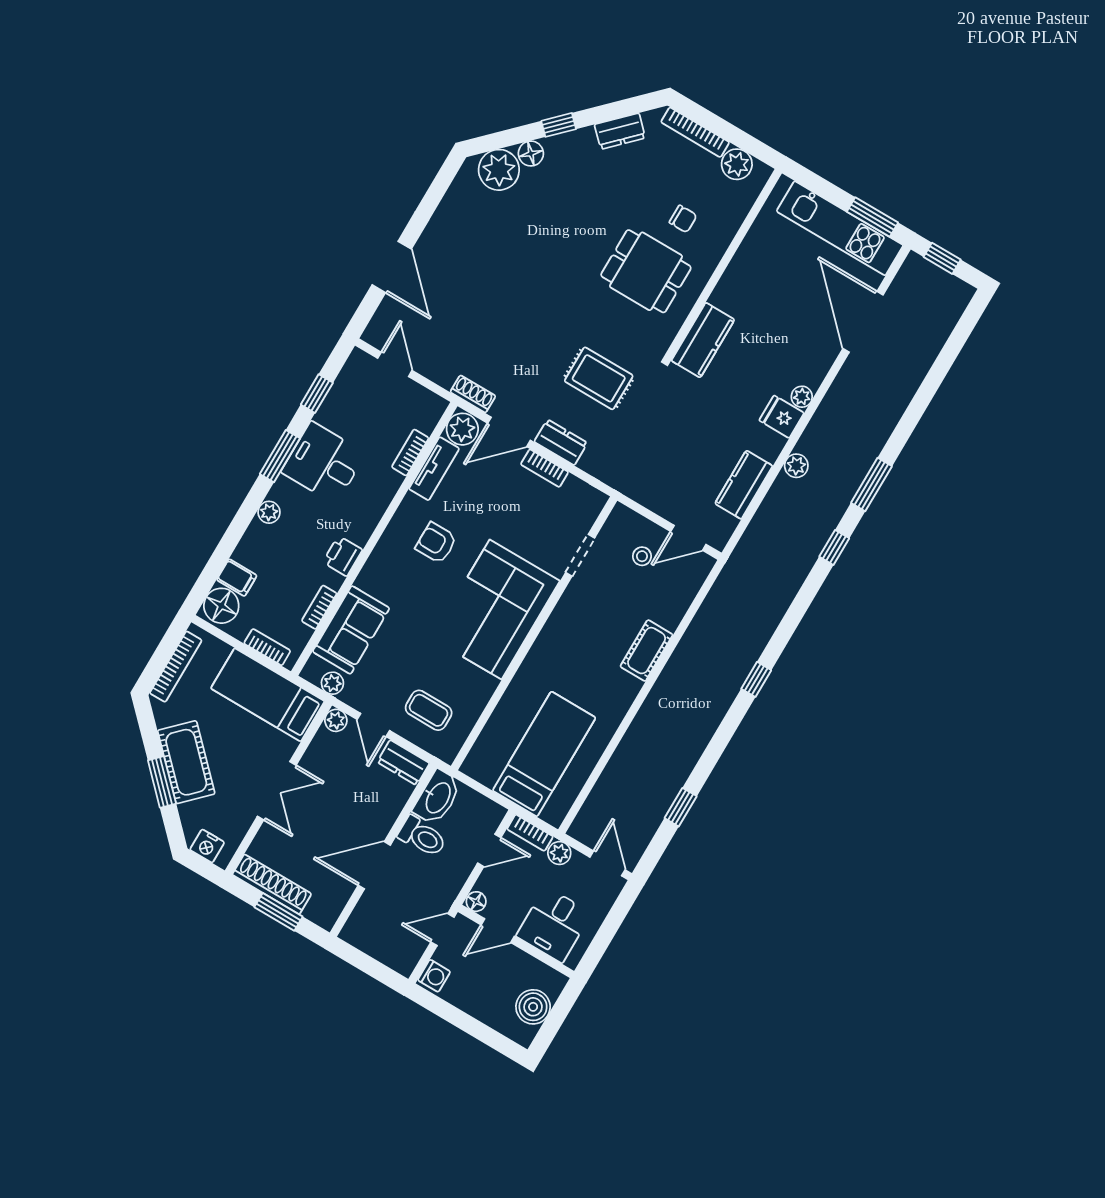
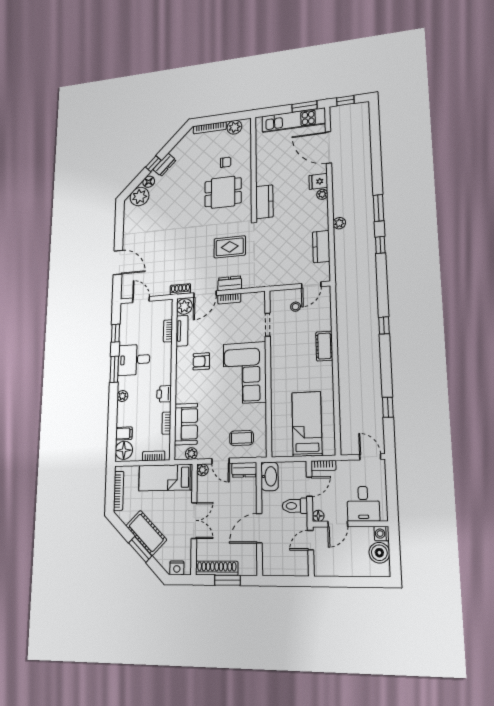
dresser: (620, 131) -> (165, 165), moved
fridge: (782, 417) -> (318, 181), moved
toilet: (422, 837) -> (295, 506), moved, turned 180
plant: (559, 853) -> (344, 467), removed
washing machine: (434, 976) -> (381, 534), moved, turned 180

